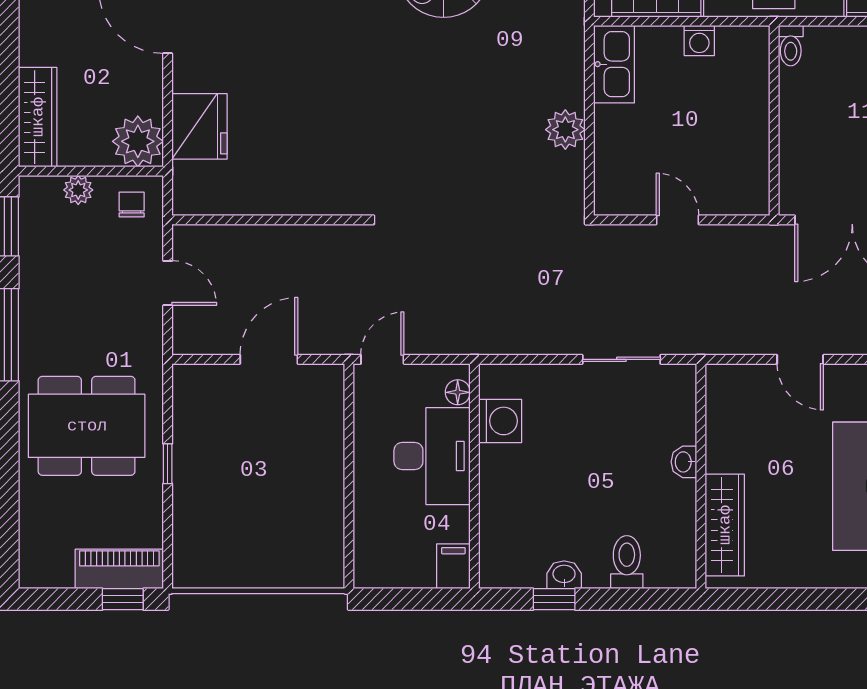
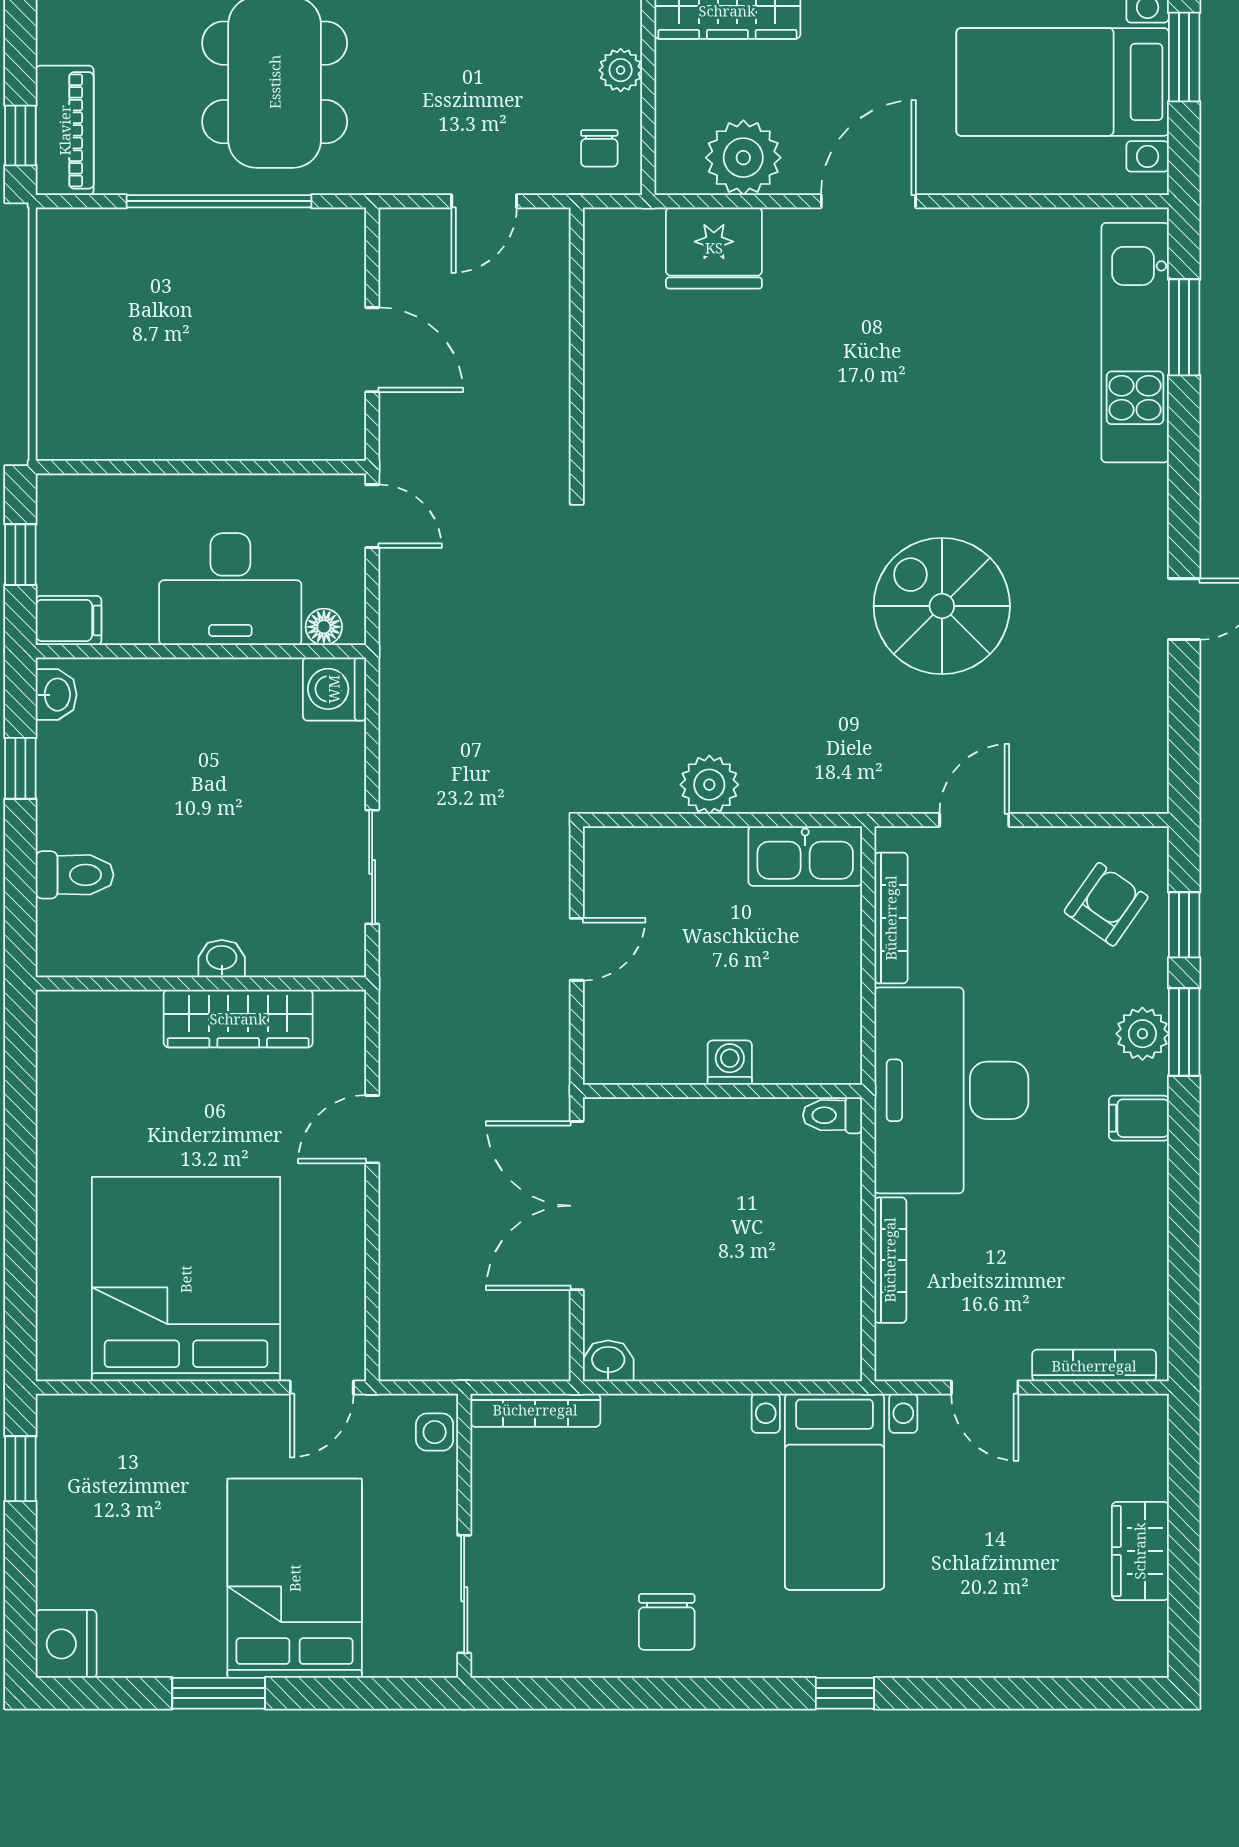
washing machine: (699, 41) -> (730, 1063), moved, turned 90
plant: (138, 141) -> (743, 158), moved
chair: (132, 204) -> (599, 148), turned 90
washing machine: (500, 421) -> (334, 689), moved, turned 90
window: (168, 464) -> (219, 201), width x3.17
wardrobe: (725, 525) -> (238, 1019), moved
washbasin: (564, 575) -> (56, 695), moved
window: (408, 599) -> (20, 555), added

